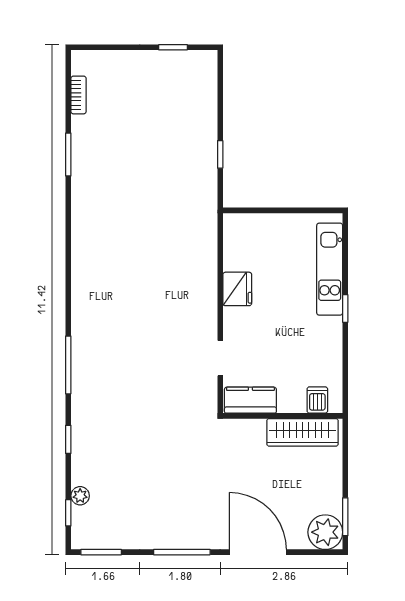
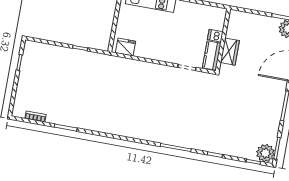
fridge: (237, 289) -> (125, 47), moved
dishwasher: (317, 400) -> (215, 36), moved
wardrobe: (302, 432) -> (230, 52), moved, width x0.67
plant: (80, 496) -> (265, 153), moved, width x1.88, depth x1.88

